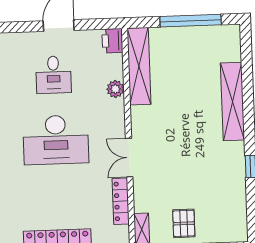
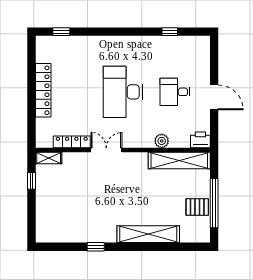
pallet: (184, 223) -> (197, 207), moved

